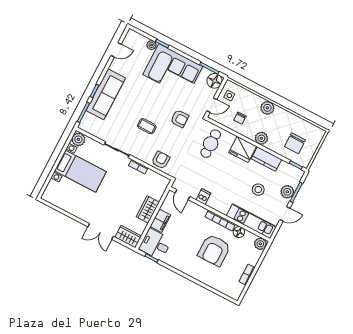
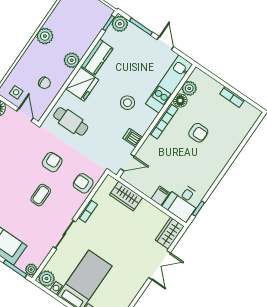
plant: (267, 108) -> (45, 36), moved
armchair: (180, 119) -> (52, 162), moved
plant: (84, 126) -> (31, 270), added
chair: (295, 143) -> (82, 21), removed
stool: (258, 190) -> (127, 103), moved
plant: (287, 192) -> (120, 24), moved
wardrobe: (148, 210) -> (126, 196), moved
filing cabinet: (160, 221) -> (160, 196), width x0.50
plant: (260, 244) -> (189, 88), moved
armchair: (214, 250) -> (198, 133), width x0.53, depth x0.53

